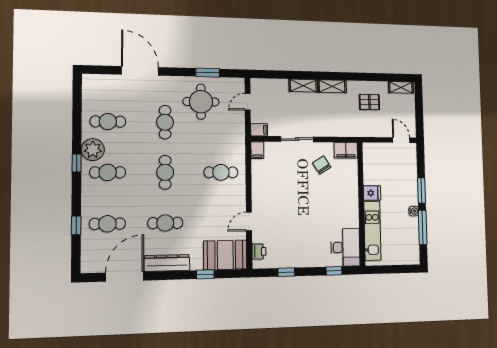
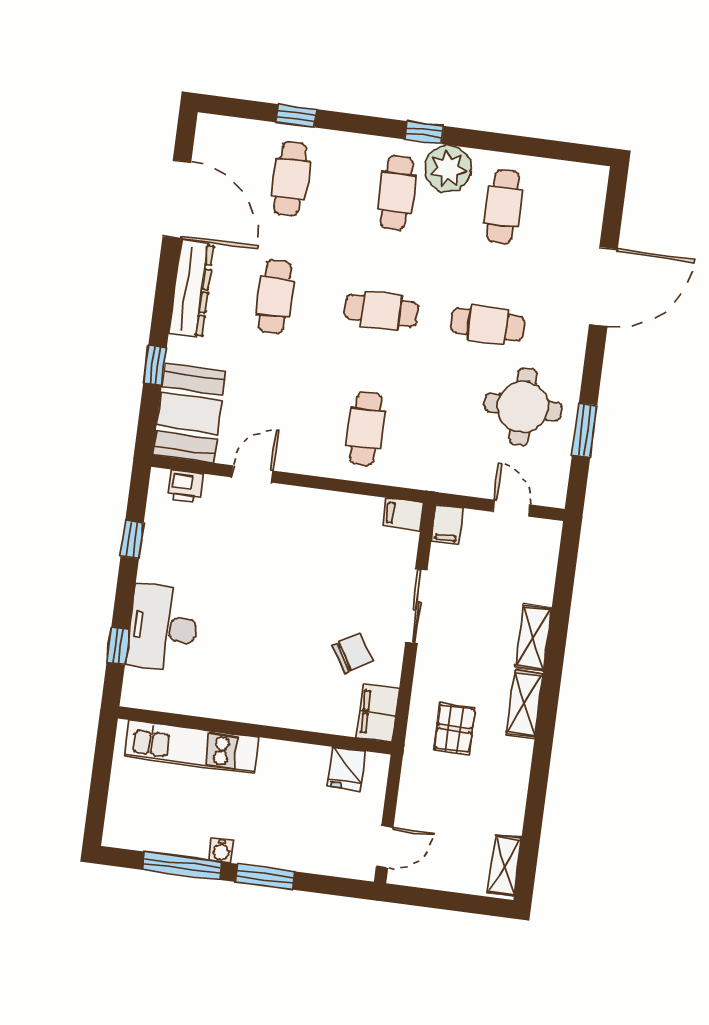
pallet: (369, 102) -> (455, 728), moved
fridge: (372, 193) -> (347, 769), moved
door: (249, 221) -> (252, 474), hinge flipped
desk: (345, 247) -> (163, 628), moved, turned 90

